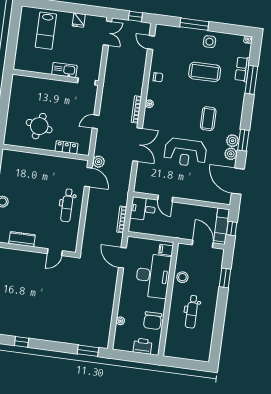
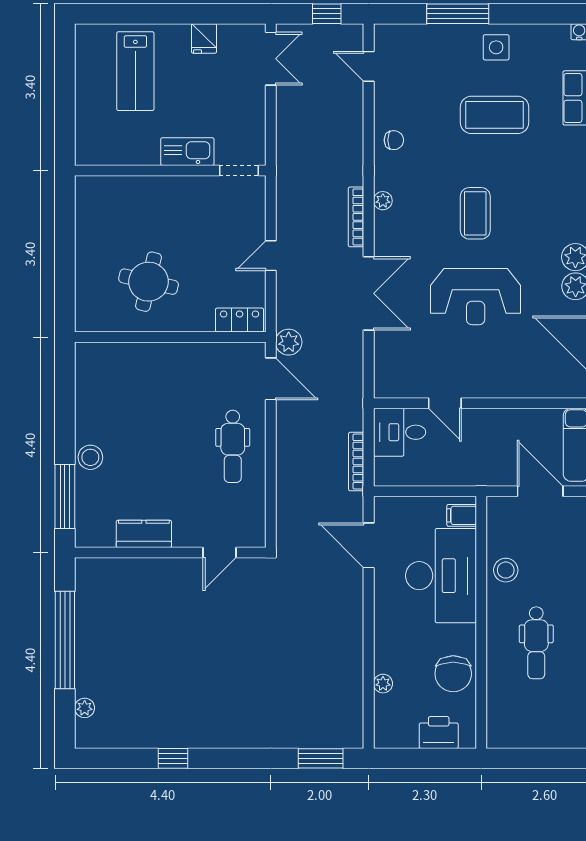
coffee table: (208, 119) -> (475, 213), moved
locker: (66, 147) -> (240, 320), moved

